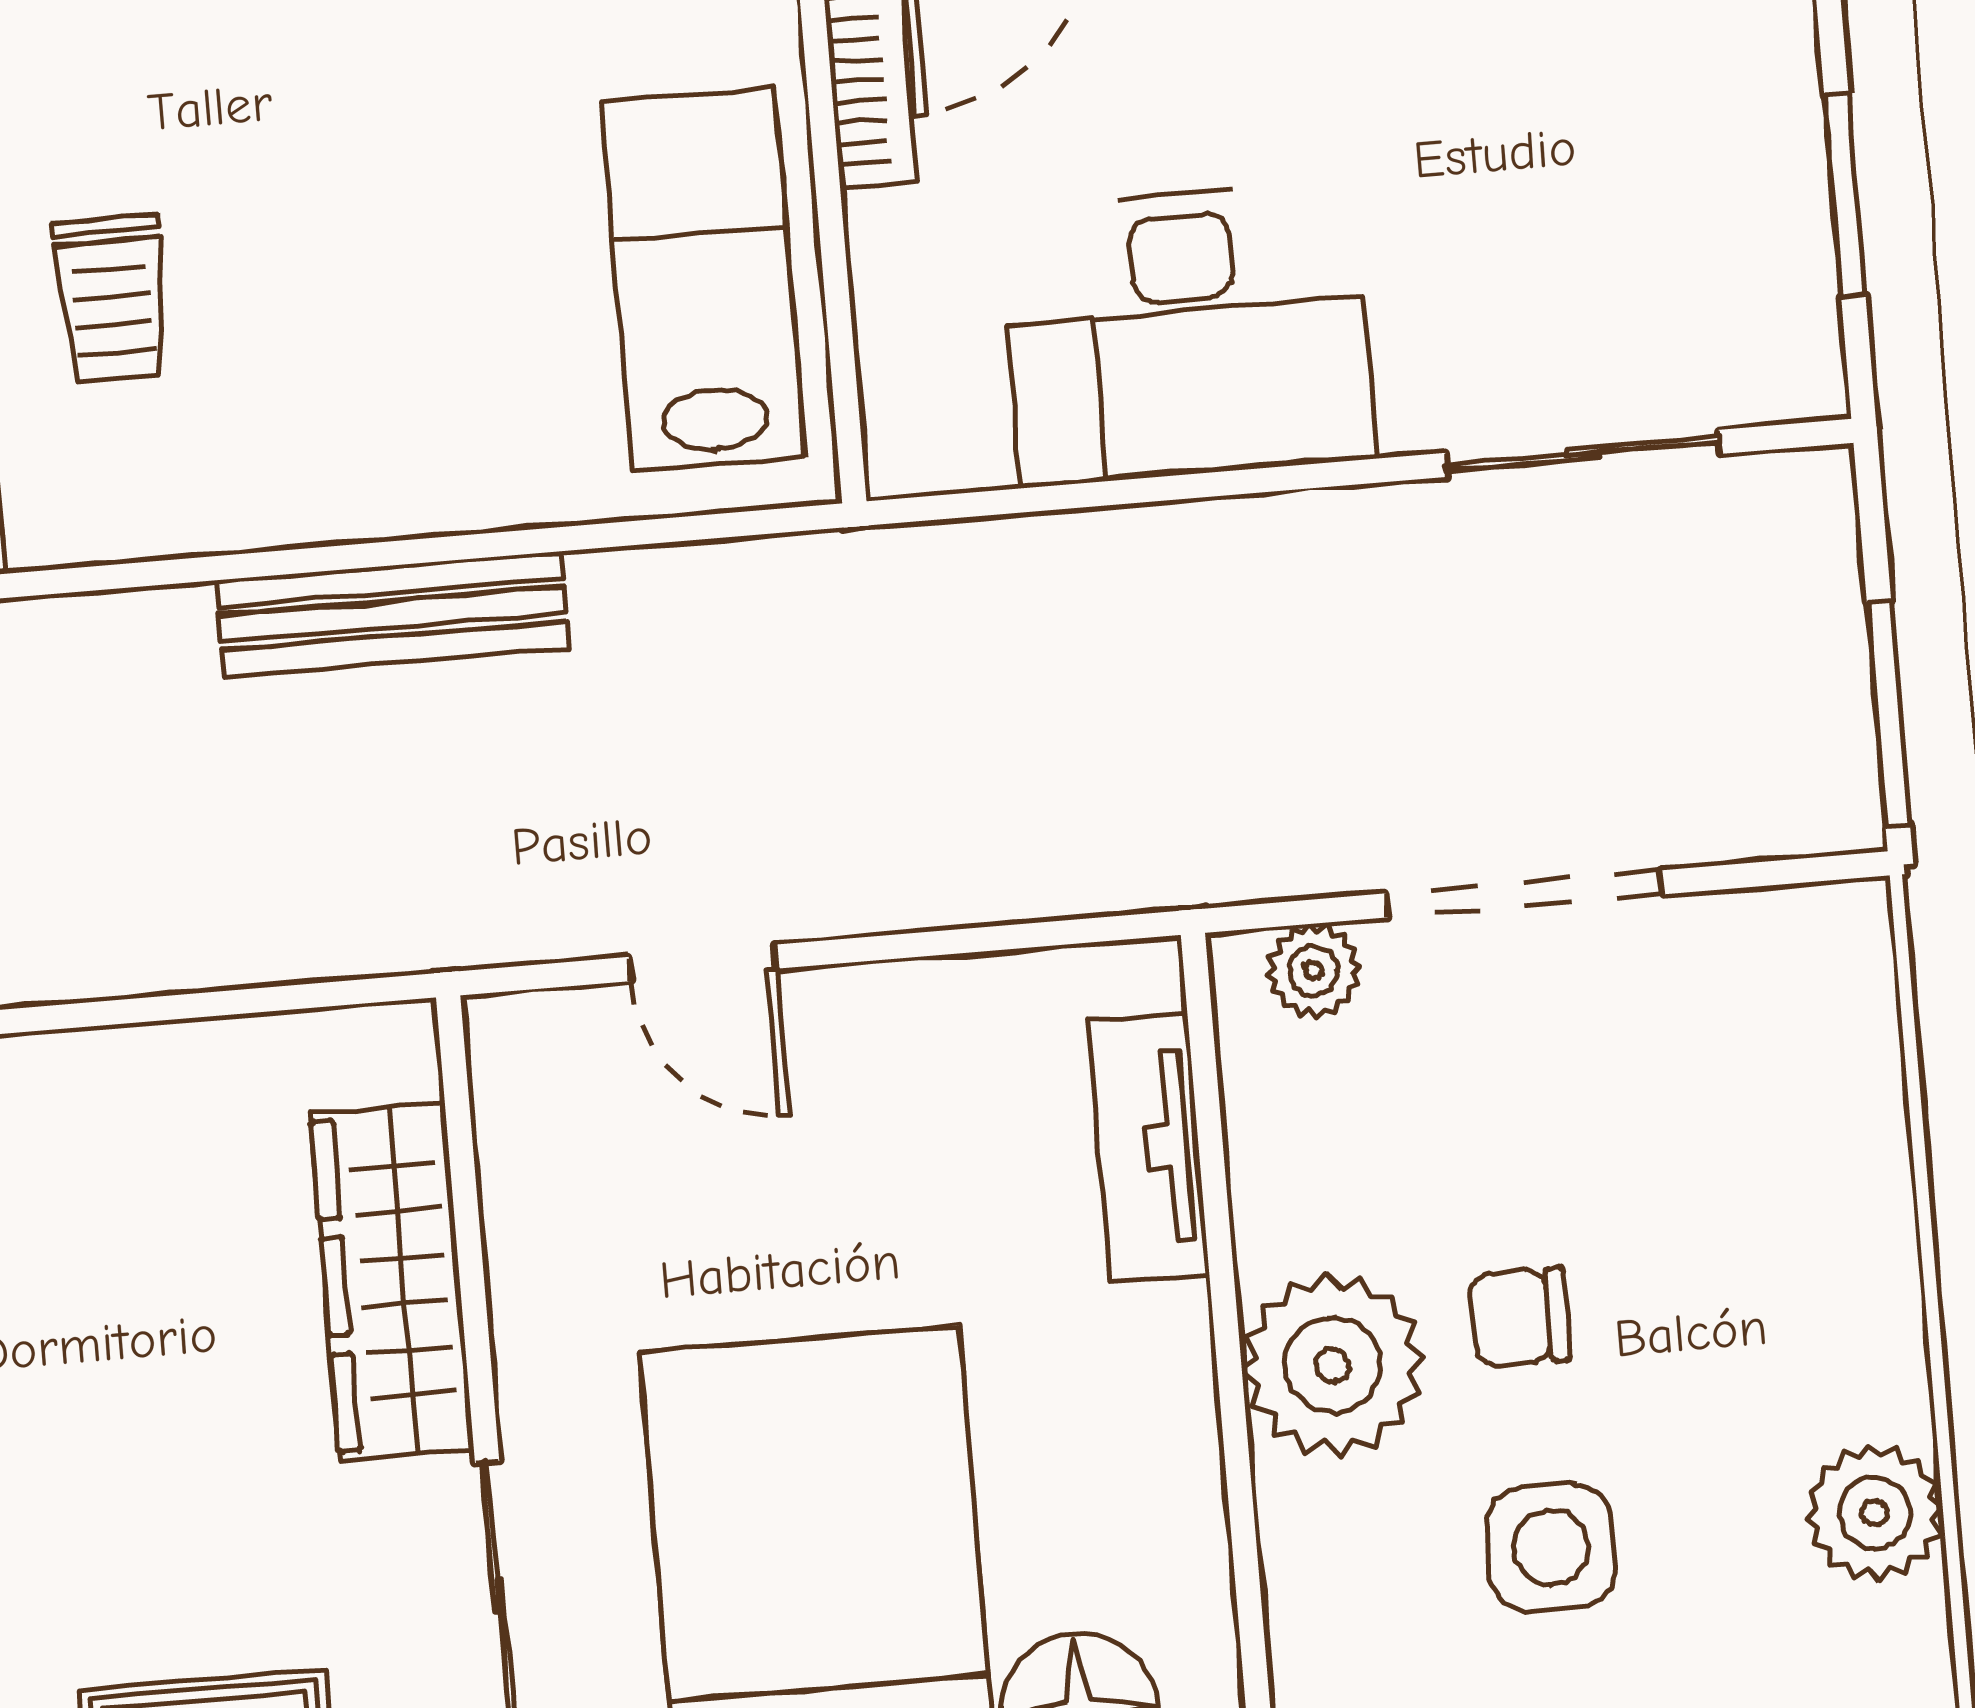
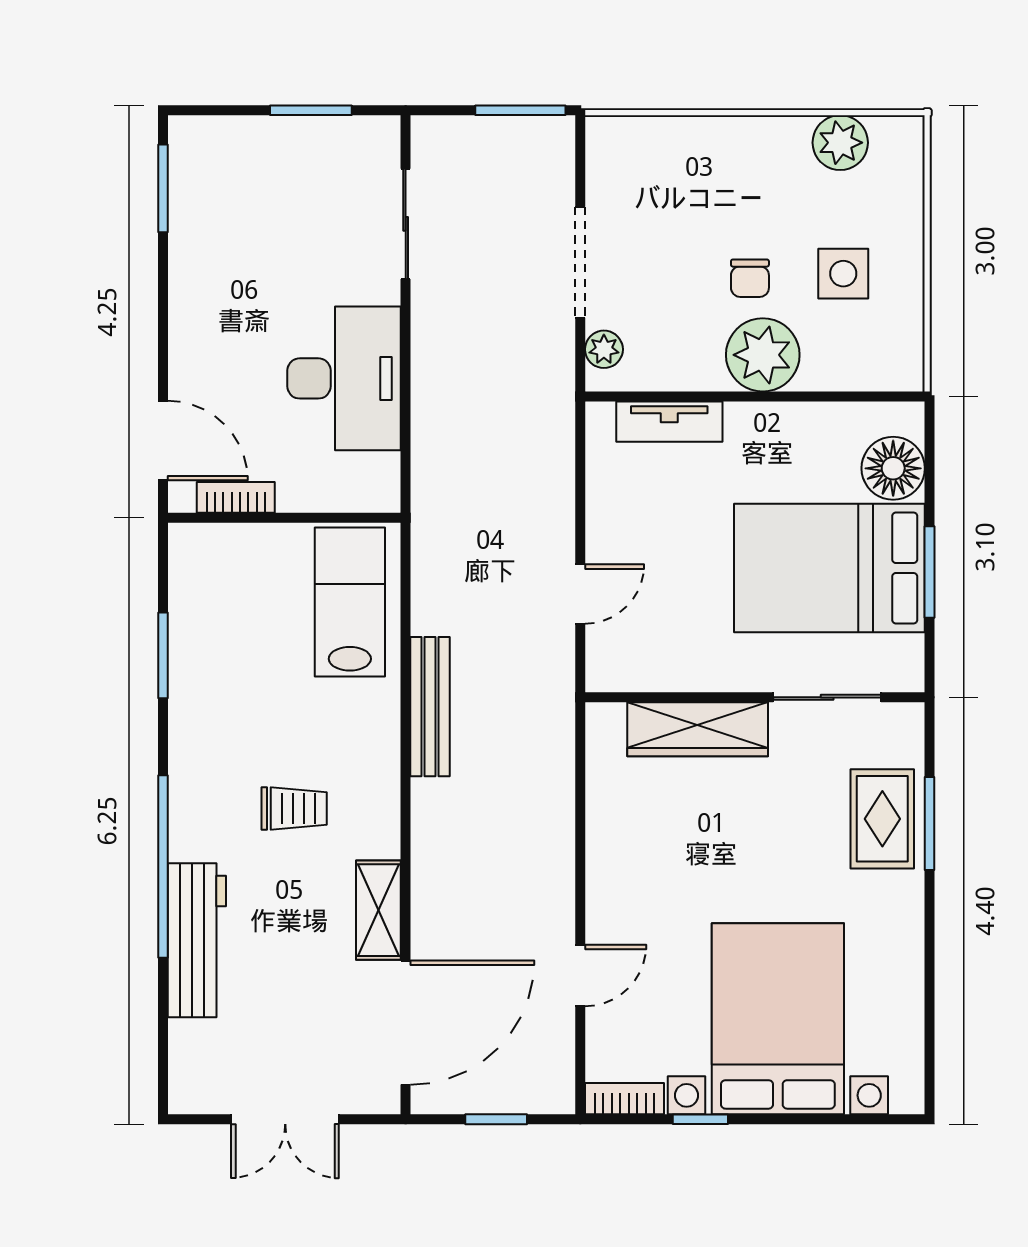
lab bench: (703, 279) -> (350, 602), moved, turned 90

